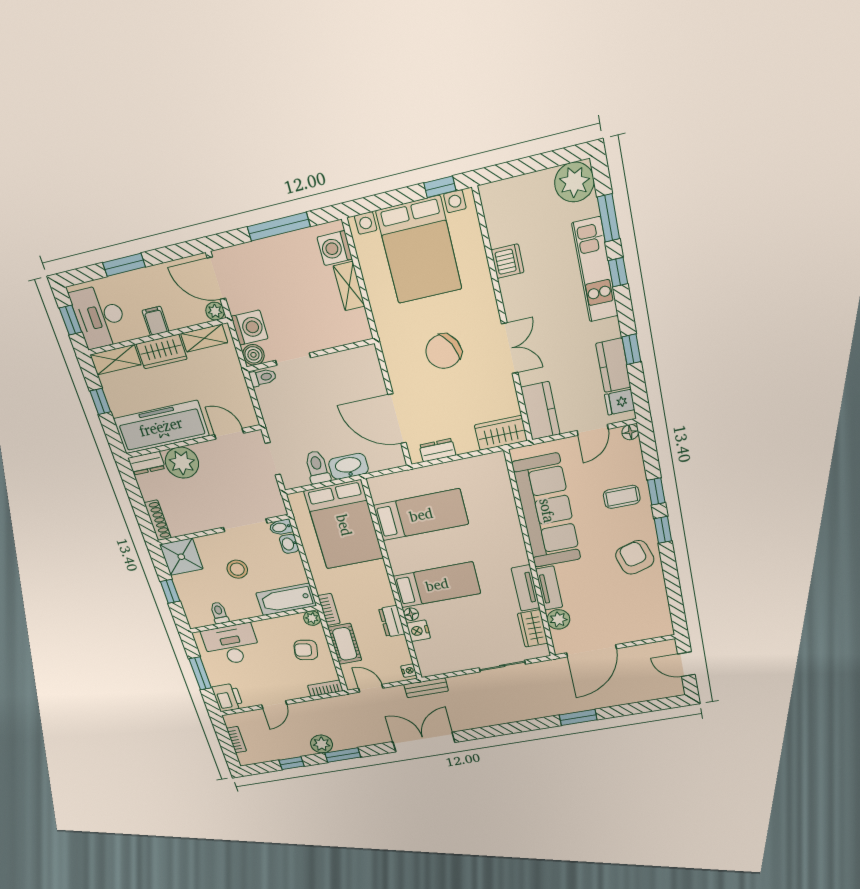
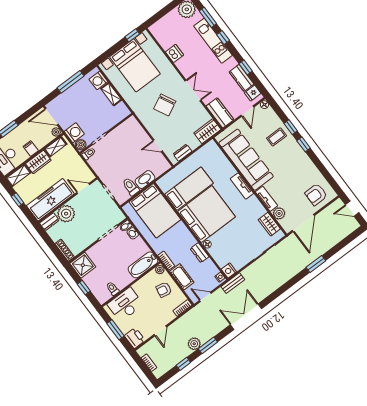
door: (397, 419) -> (158, 146), width x0.53
armchair: (635, 557) -> (316, 194), moved, turned -73
stool: (237, 569) -> (113, 259), removed
bed: (437, 585) -> (207, 214), width x2.04
tv unit: (526, 588) -> (242, 186), moved
nightstand: (418, 631) -> (229, 270), moved

